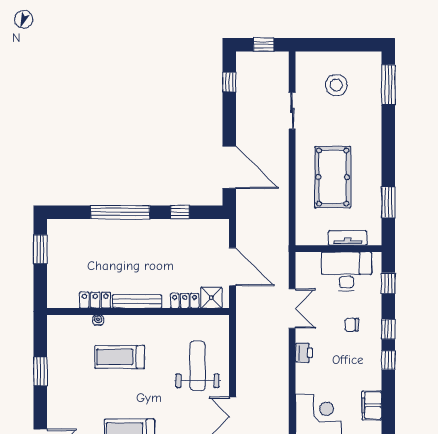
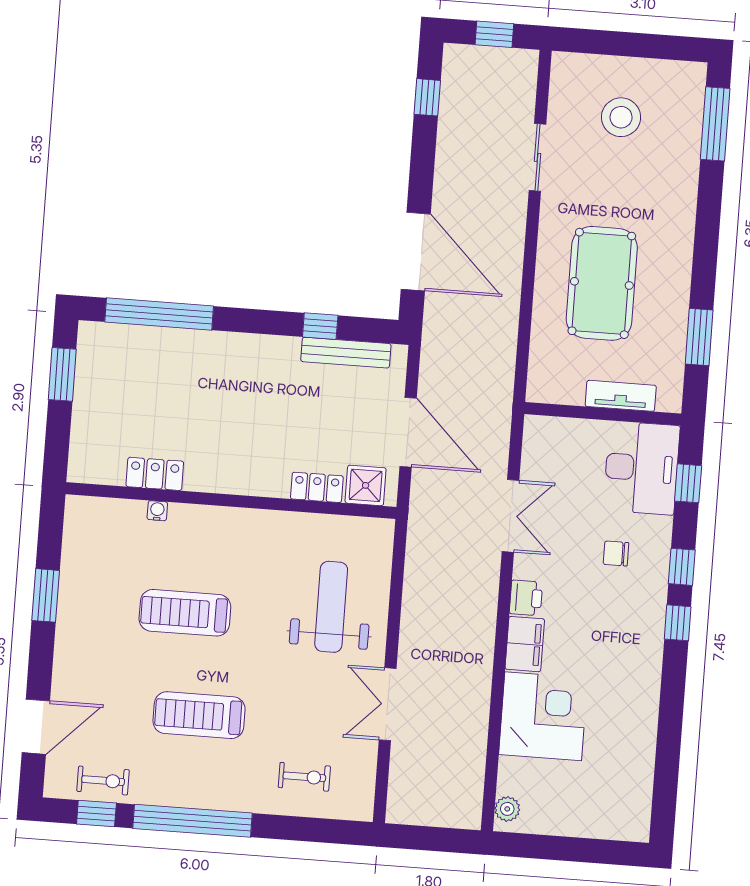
window: (120, 212) -> (159, 314), moved
desk: (346, 271) -> (642, 468), moved, turned 90
bench: (137, 301) -> (346, 353), moved
treadmill: (120, 357) -> (185, 613), moved
filing cabinet: (372, 405) -> (525, 644), moved, turned 180

